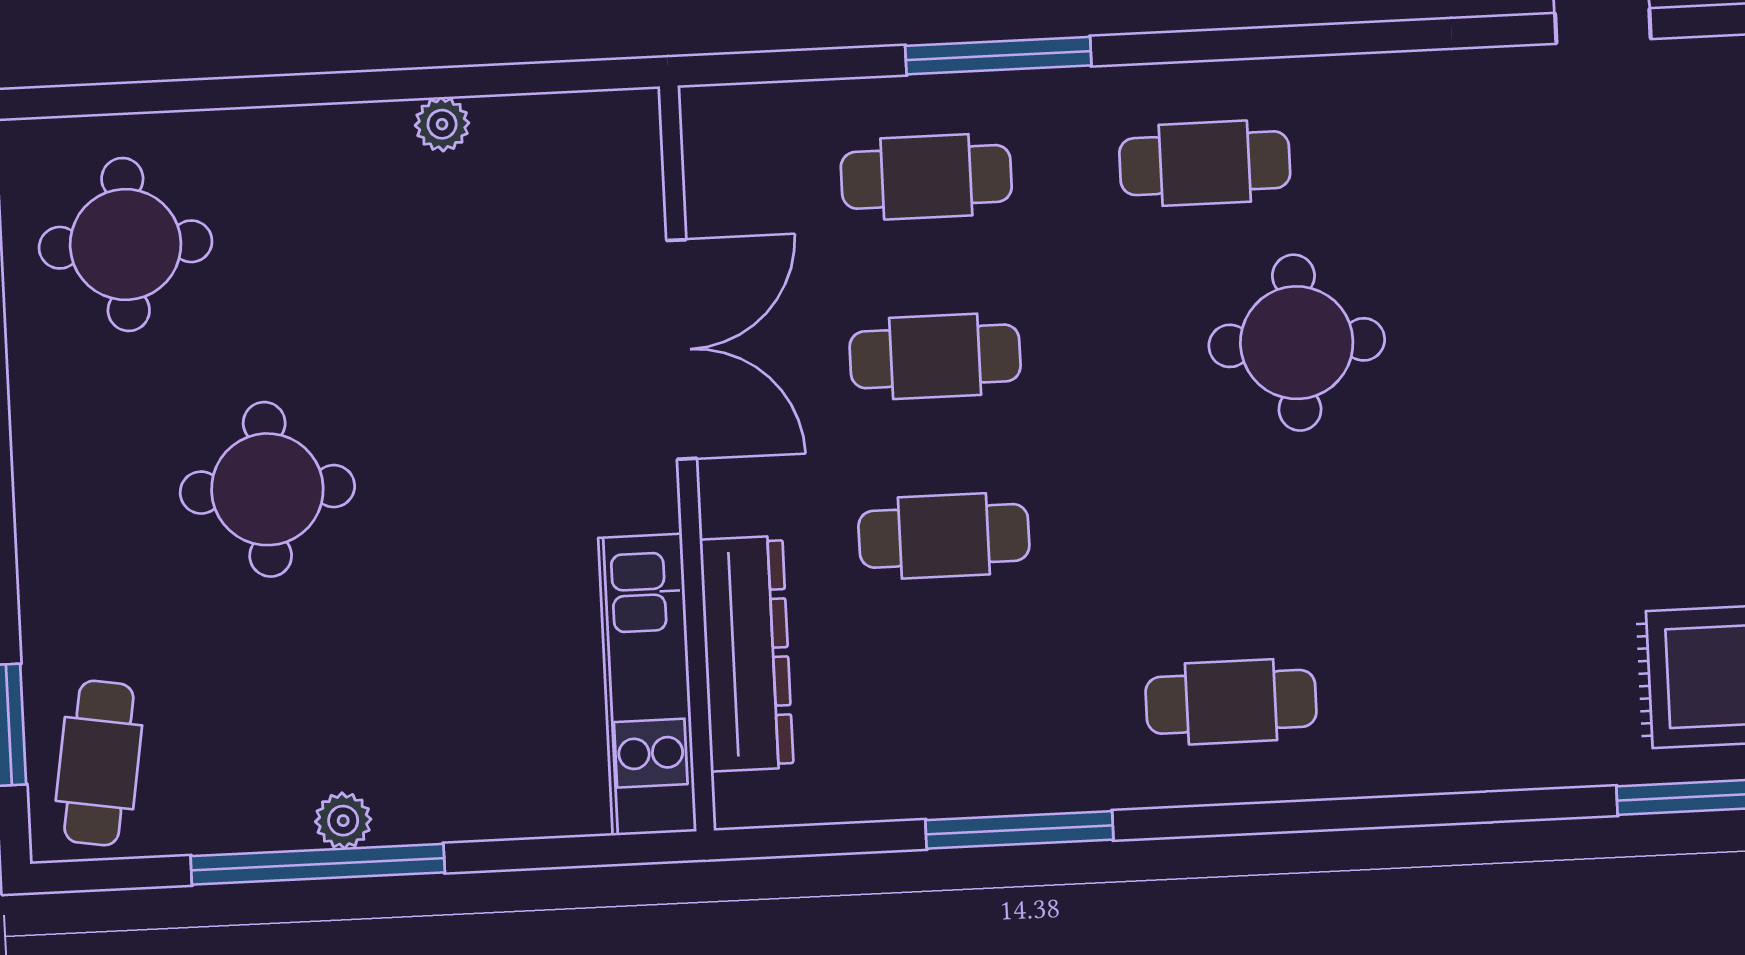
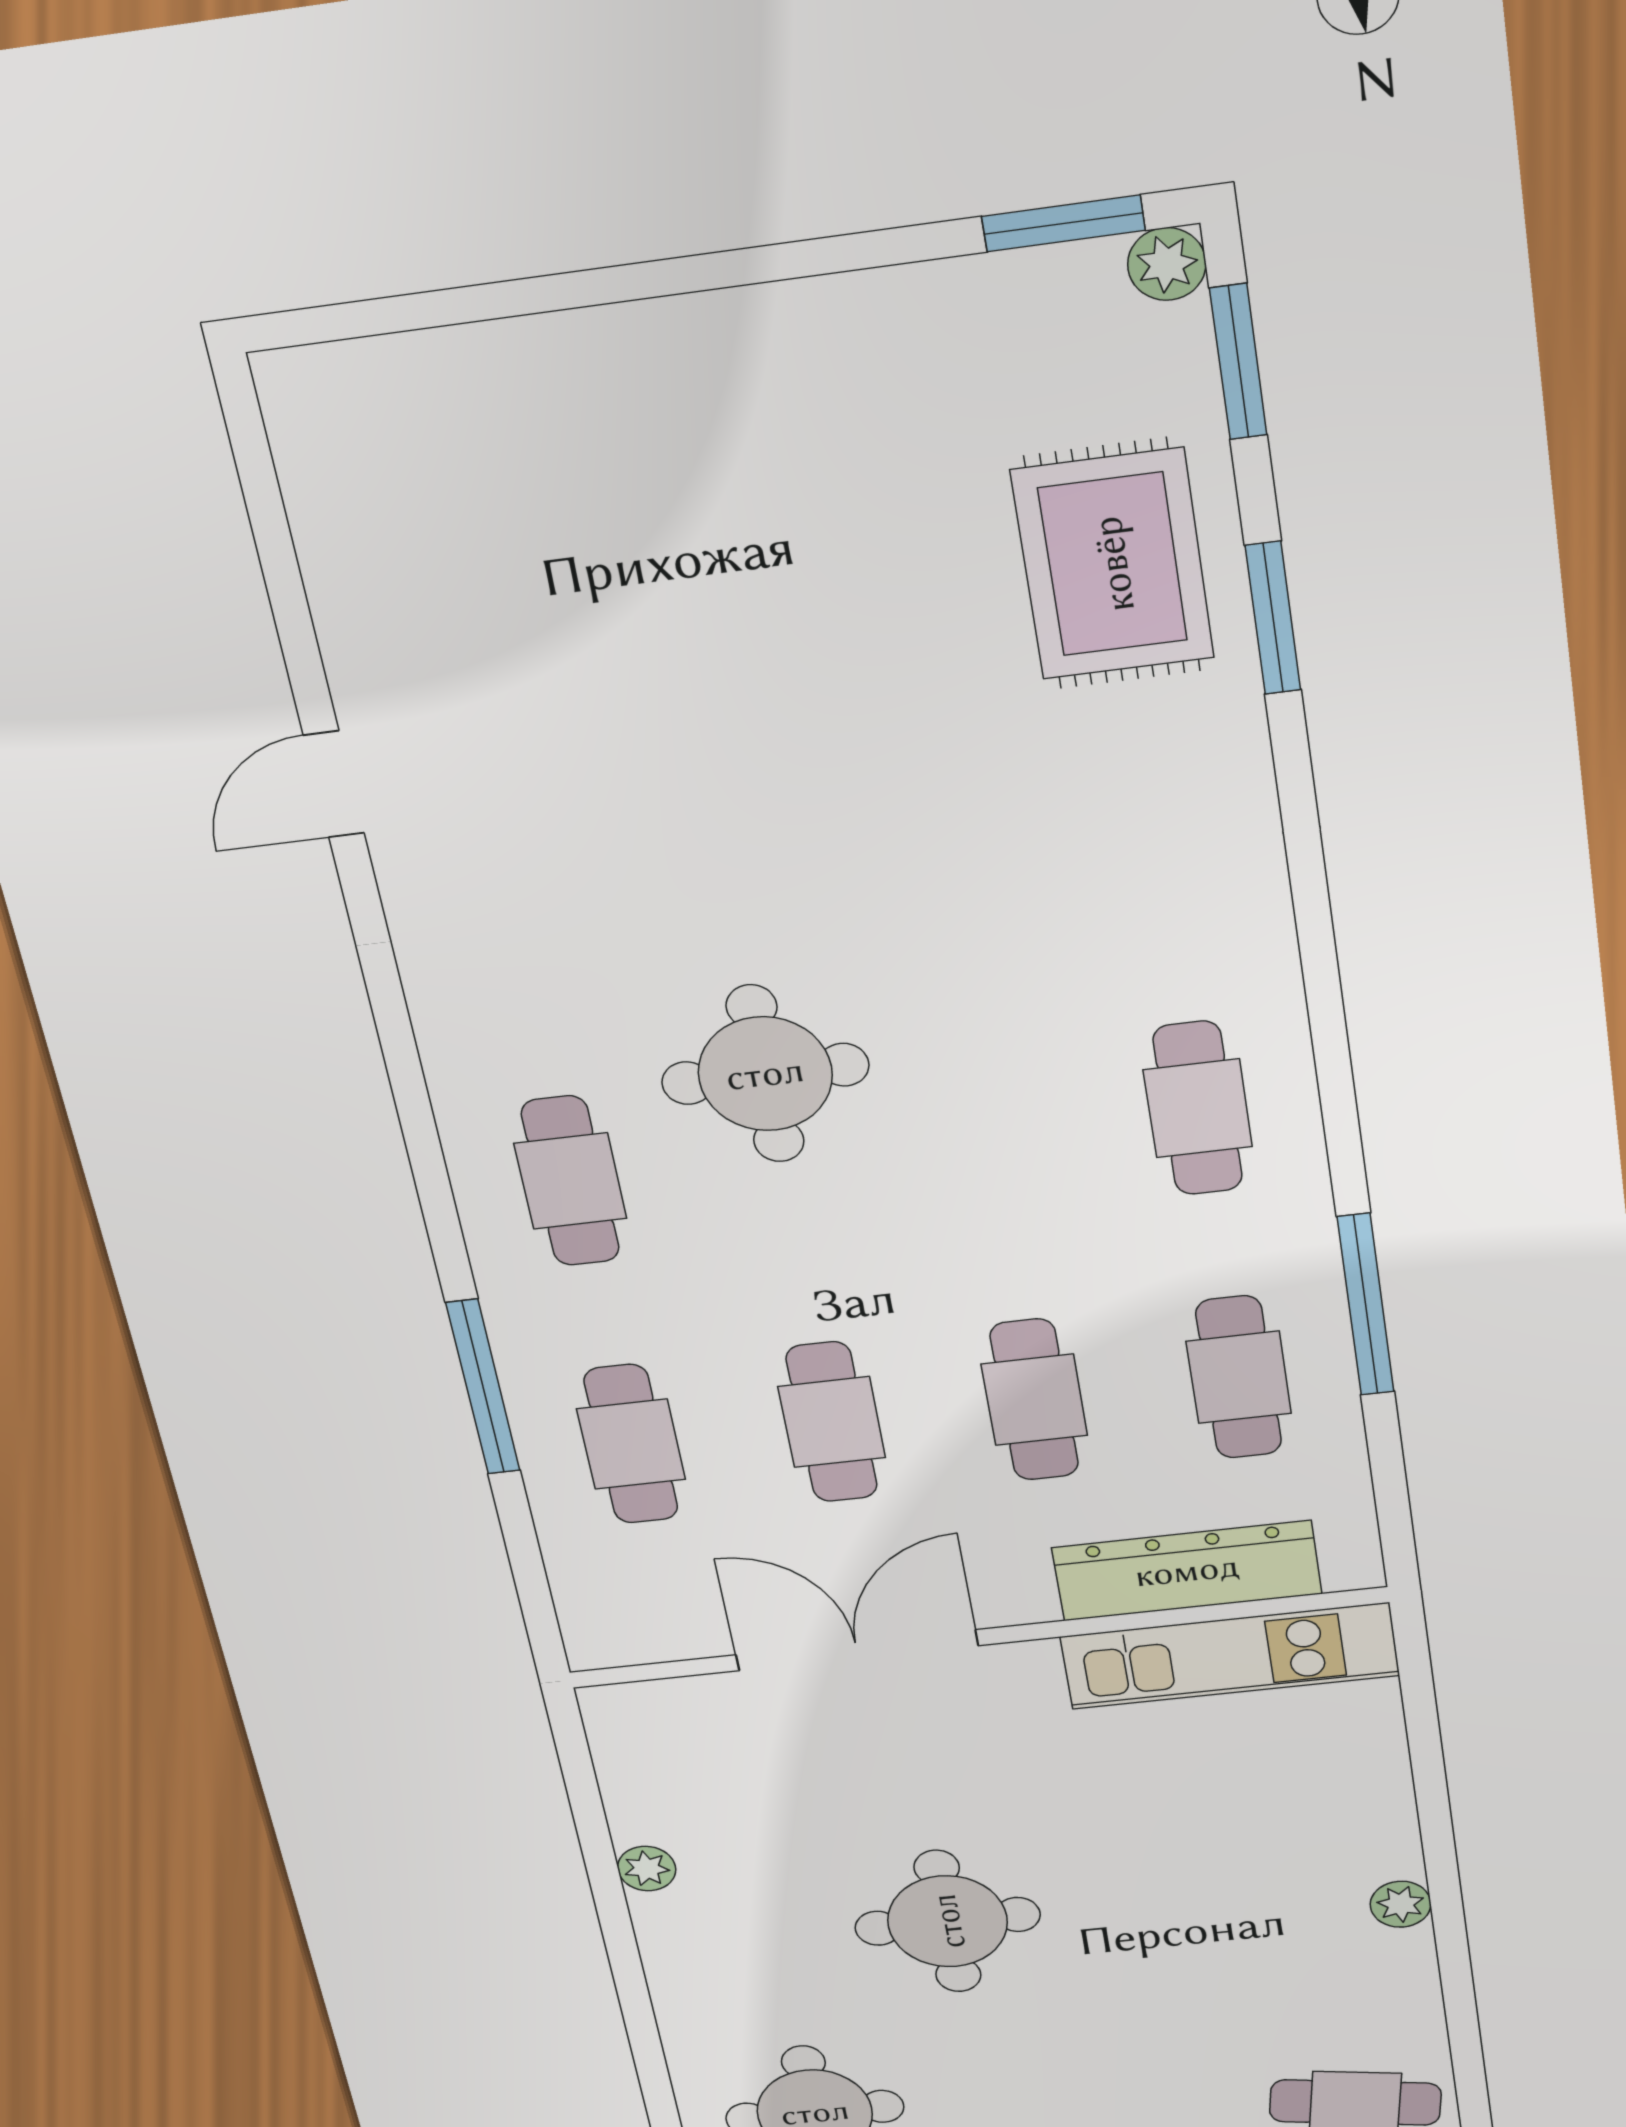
round table: (267, 489) -> (948, 1921), moved
cafe table: (953, 715) -> (1239, 1377), added
window: (318, 864) -> (1449, 1922), removed

